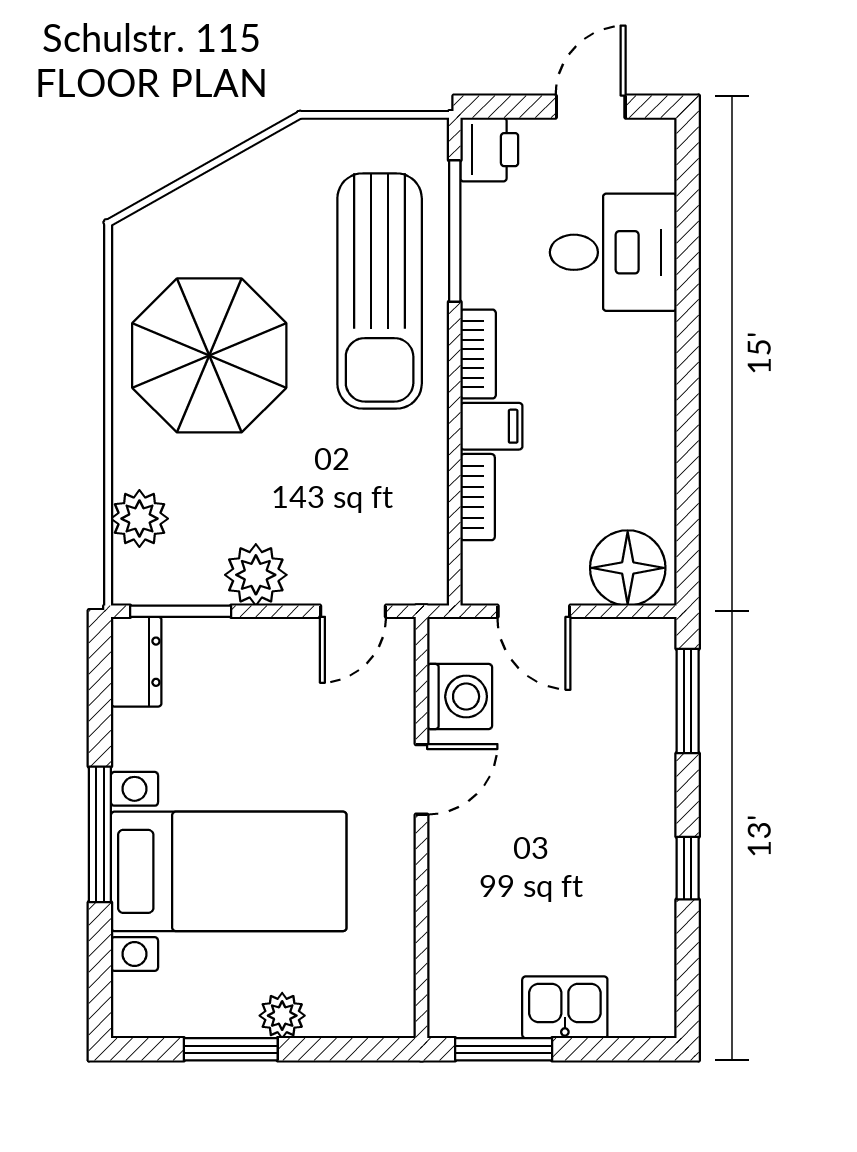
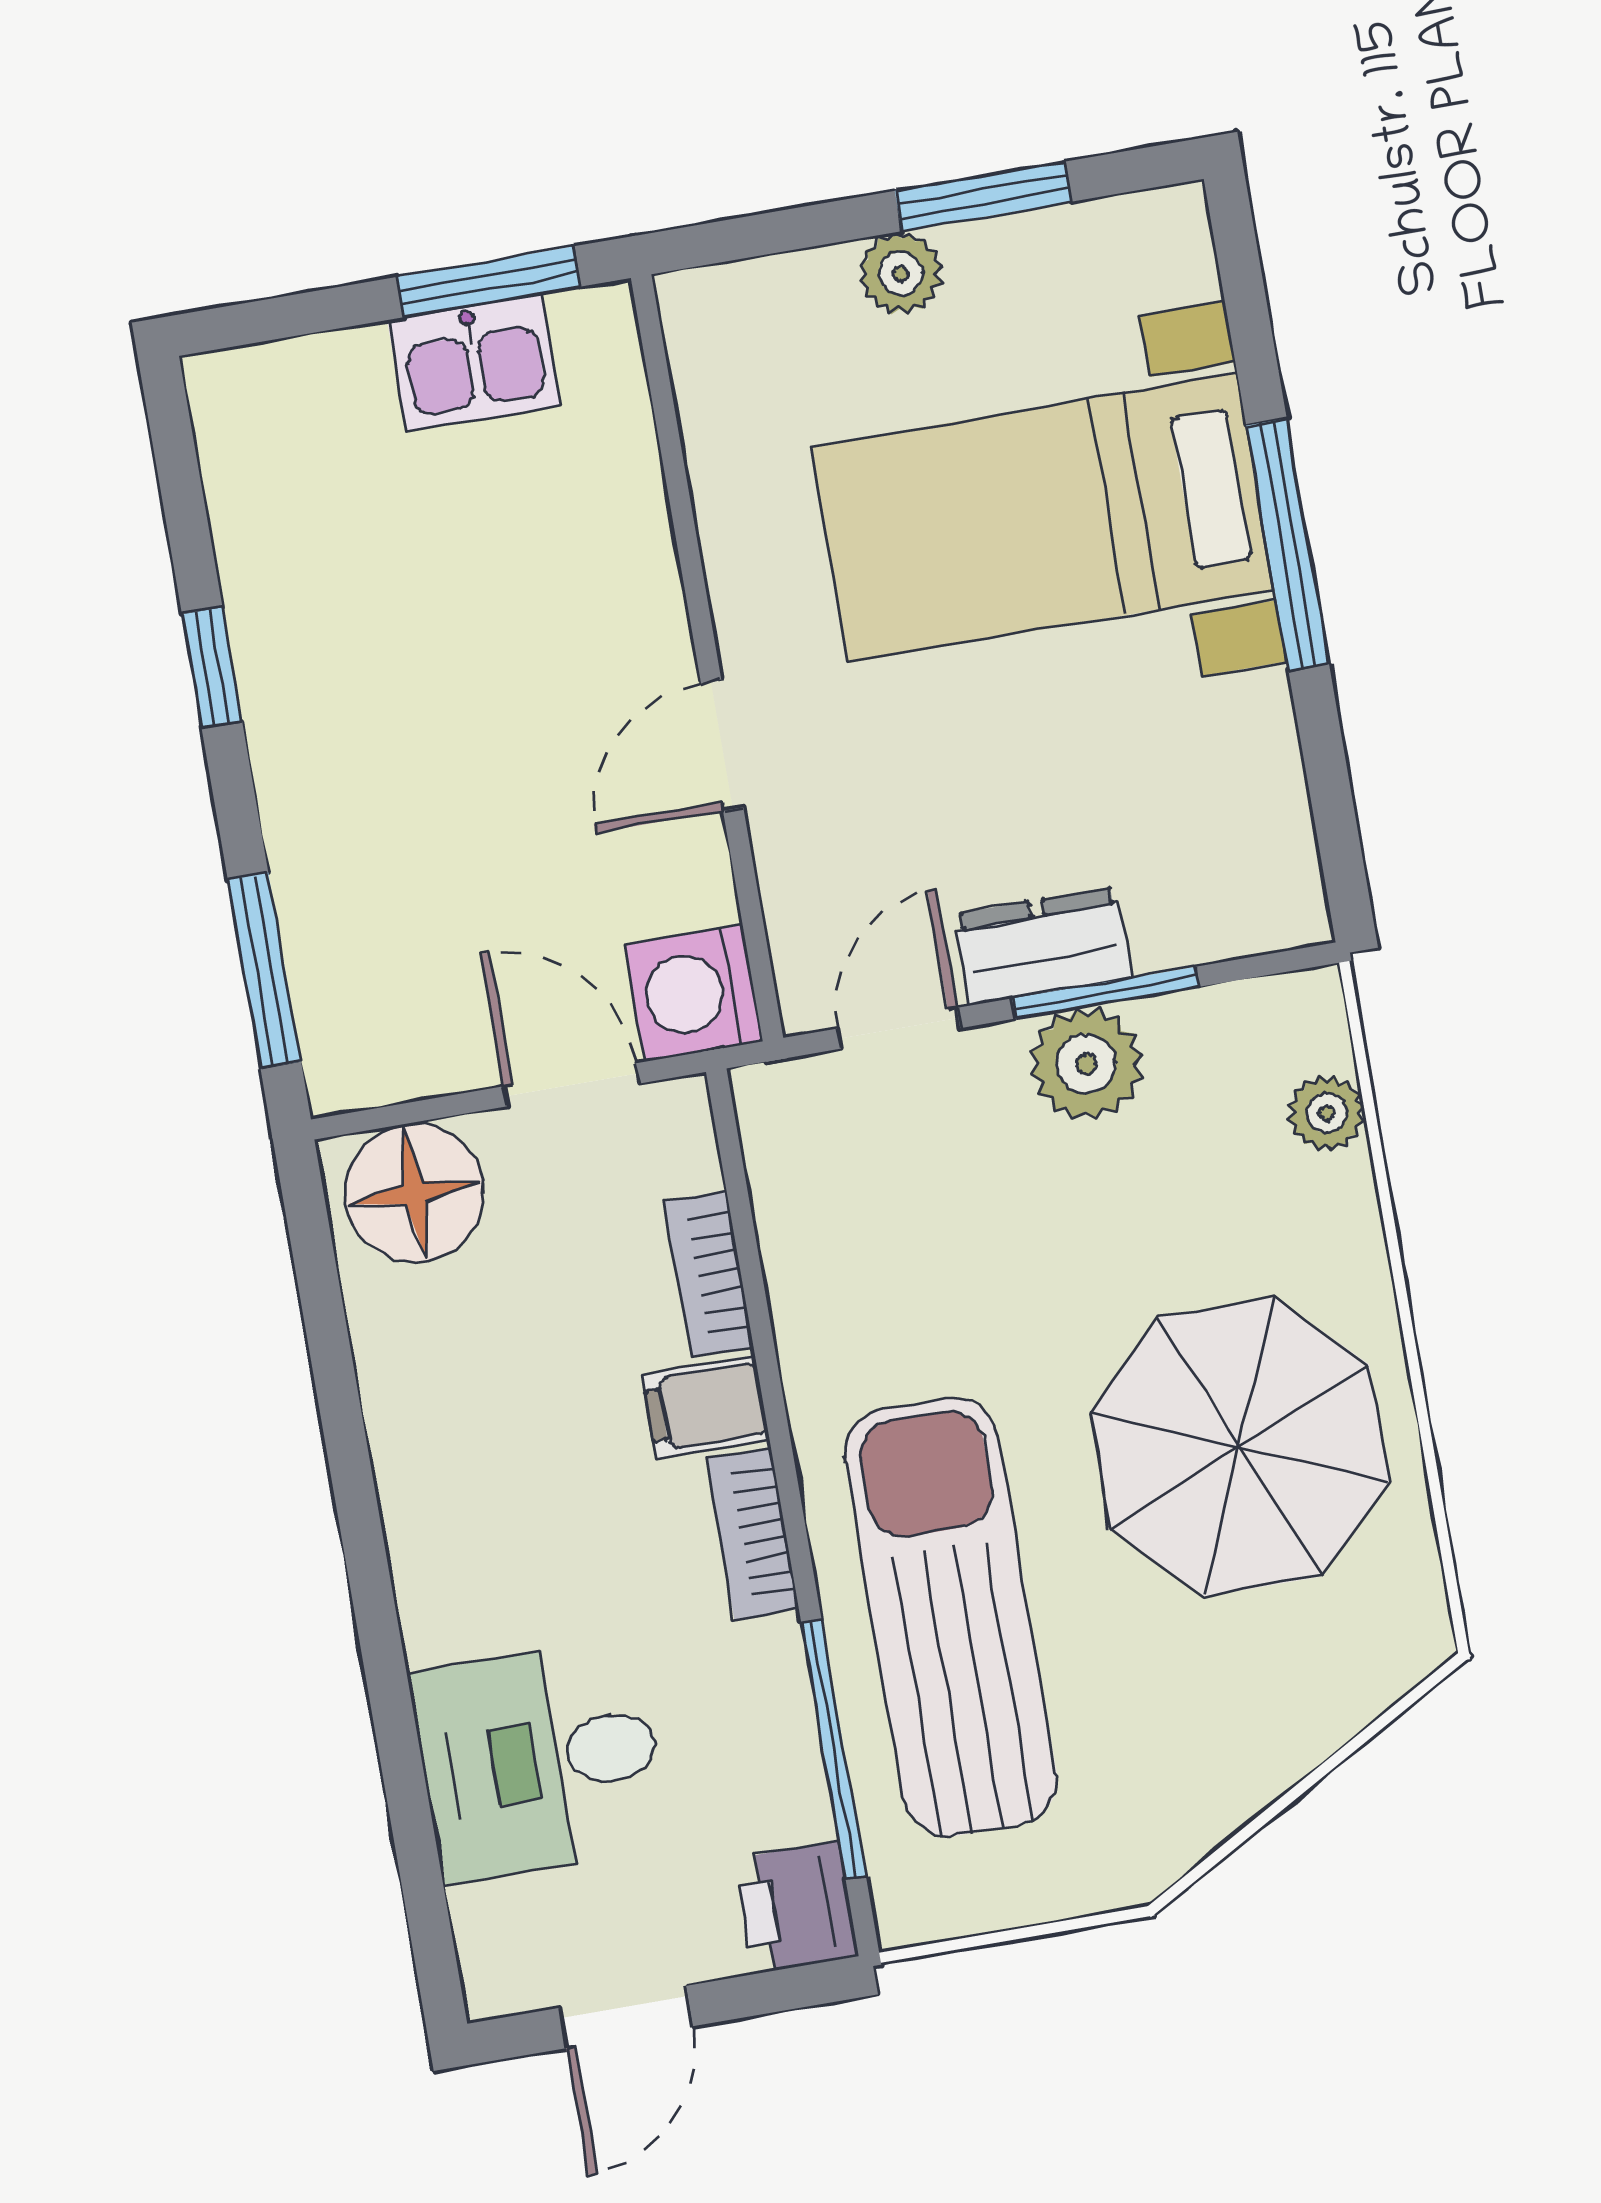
plant: (139, 519) -> (1326, 1113), width x0.73, depth x0.73
window: (181, 611) -> (1105, 993), moved
dresser: (136, 662) -> (1043, 946), moved, turned 90
washing machine: (460, 697) -> (694, 993), moved
kitchen sink: (565, 1007) -> (474, 363), moved

